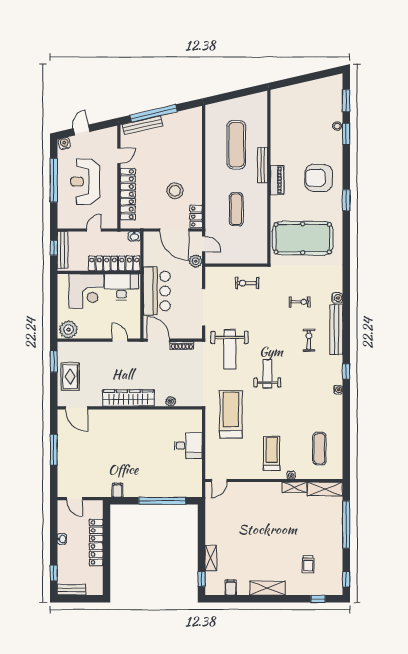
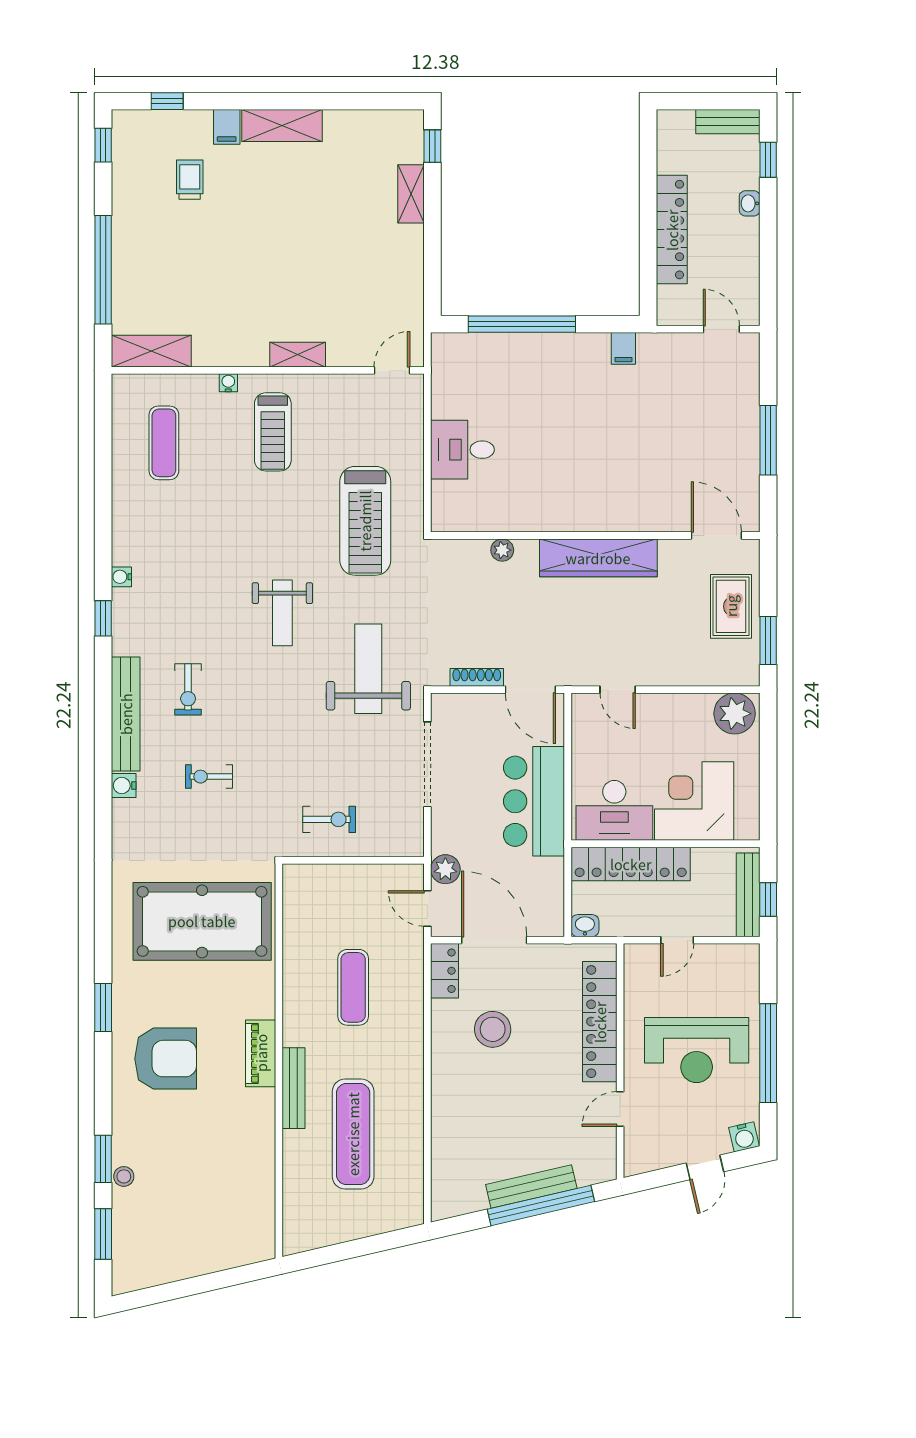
bench: (143, 125) -> (531, 1187), moved
reception desk: (85, 182) -> (697, 1050), turned 90
shelving: (294, 487) -> (298, 355), moved
washbasin: (62, 539) -> (750, 203), moved
filing cabinet: (231, 588) -> (227, 127), moved

